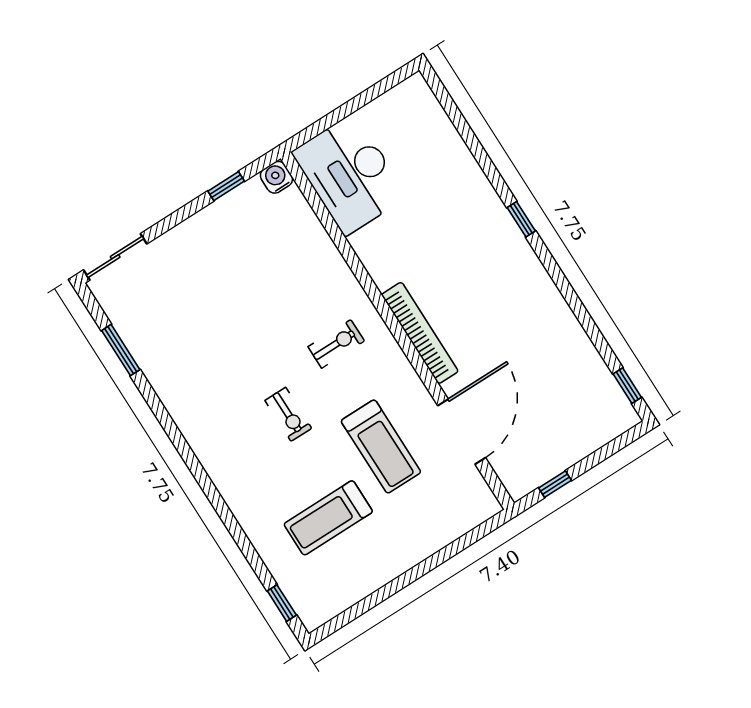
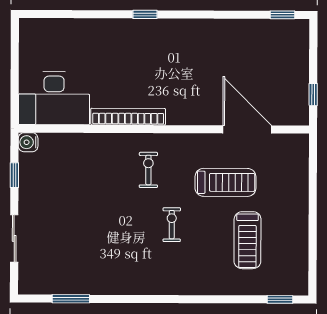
sliding door: (115, 257) -> (14, 238), moved
bookcase: (420, 333) -> (128, 117), moved
exercise bike: (288, 414) -> (172, 225), turned -90

